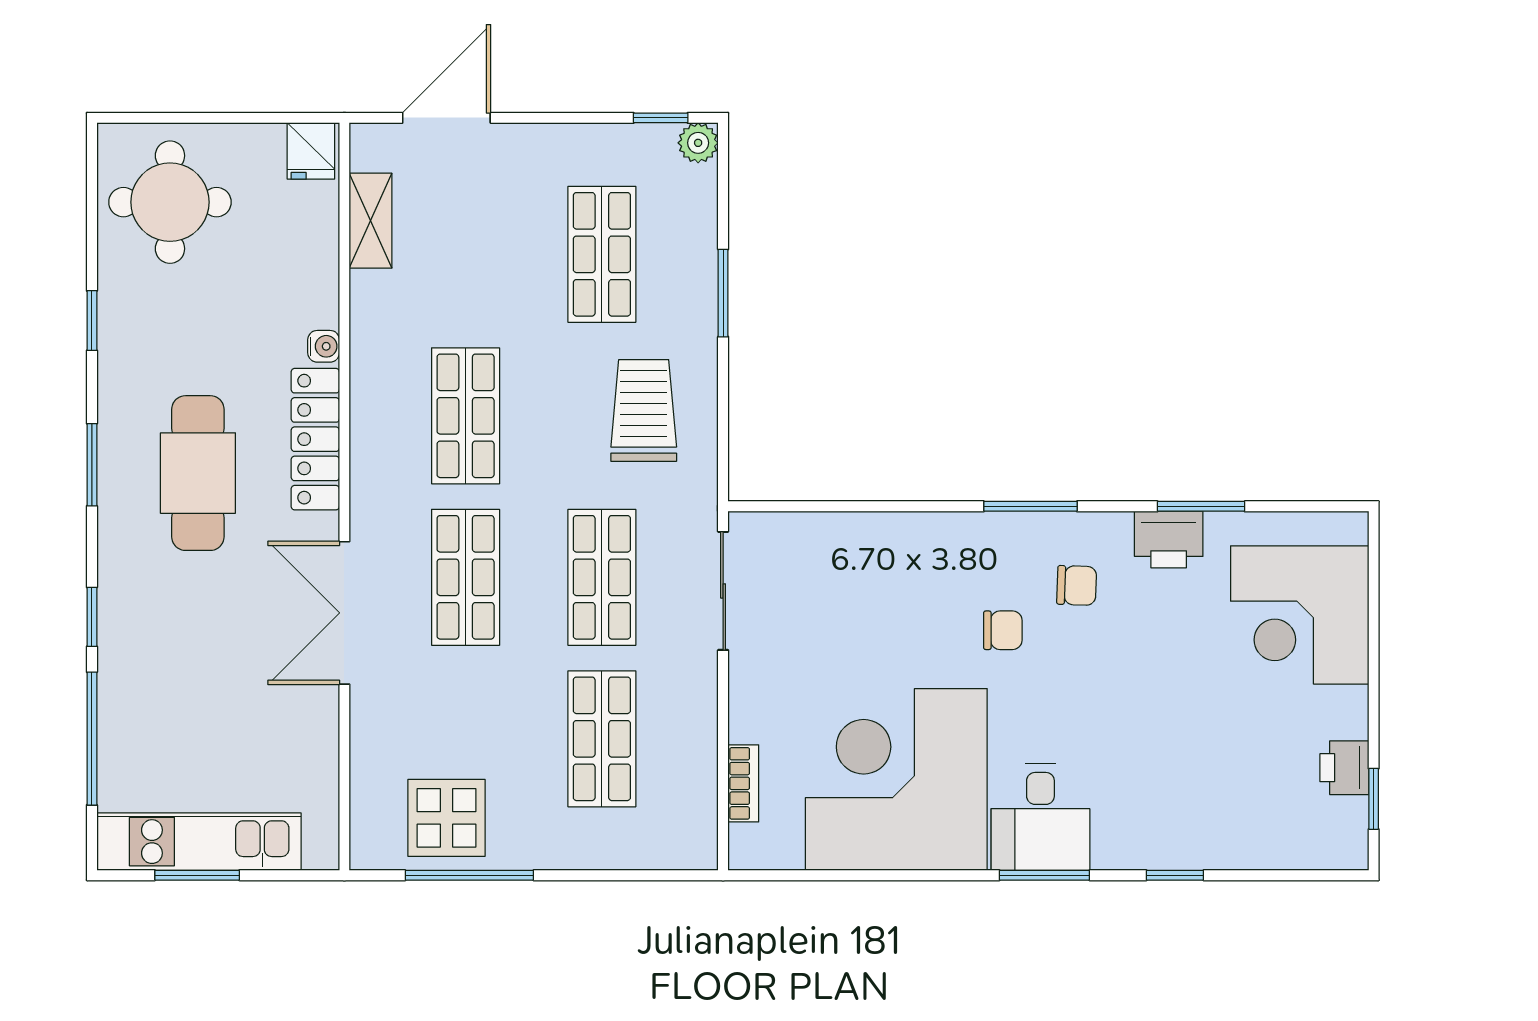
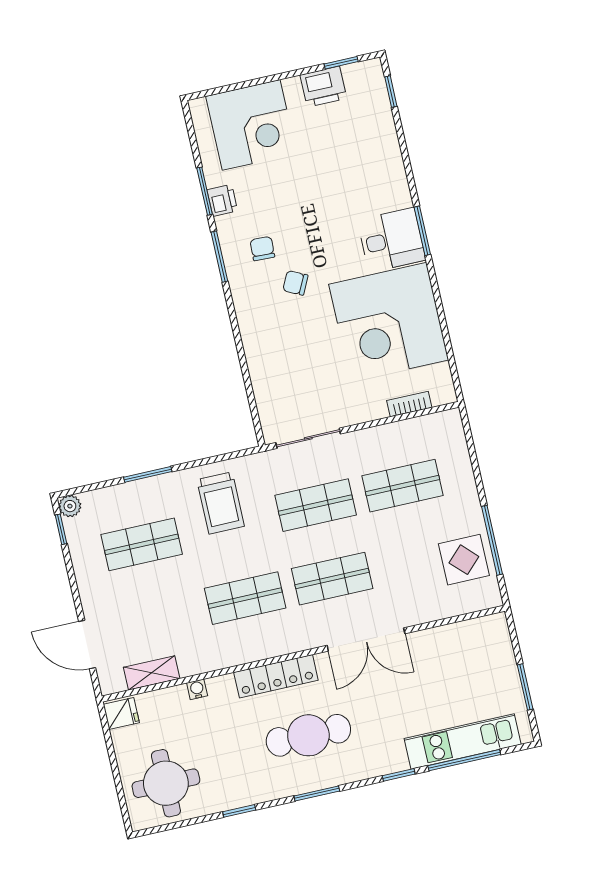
water cooler: (324, 346) -> (197, 689), moved
trolley: (644, 410) -> (221, 503), turned -90
window: (1030, 506) -> (219, 257), moved
printer: (1169, 539) -> (222, 200), width x0.73, depth x0.81
chair: (1003, 630) -> (295, 283), turned -64
printer: (1344, 768) -> (323, 87), width x1.36, depth x1.24
kitchen unit: (199, 842) -> (463, 742), moved, turned 90
window: (1175, 875) -> (391, 92), moved

